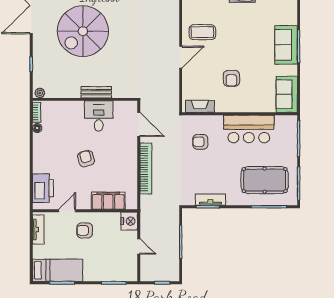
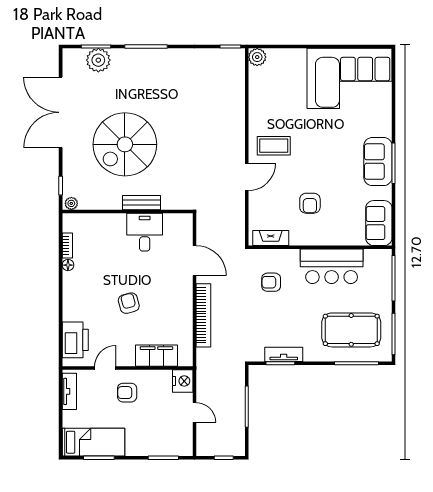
bench: (96, 92) -> (141, 203), moved
plant: (40, 93) -> (71, 203), moved
wall: (85, 99) -> (128, 211), moved
desk: (99, 116) -> (145, 232), moved

